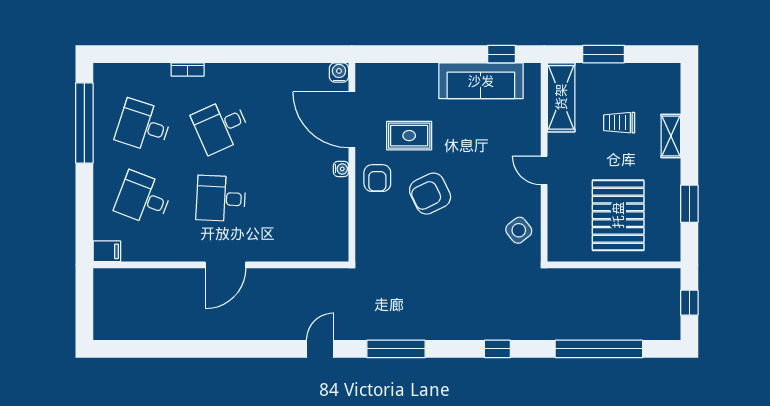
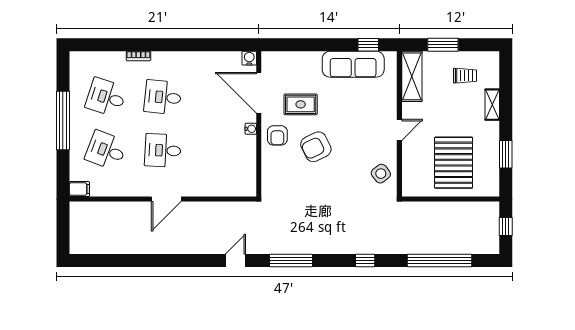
window: (84, 123) -> (63, 120), moved
trolley: (619, 123) -> (465, 76), moved, turned 180
desk: (221, 126) -> (163, 97), turned 30
door: (544, 170) -> (399, 130), swing flipped

